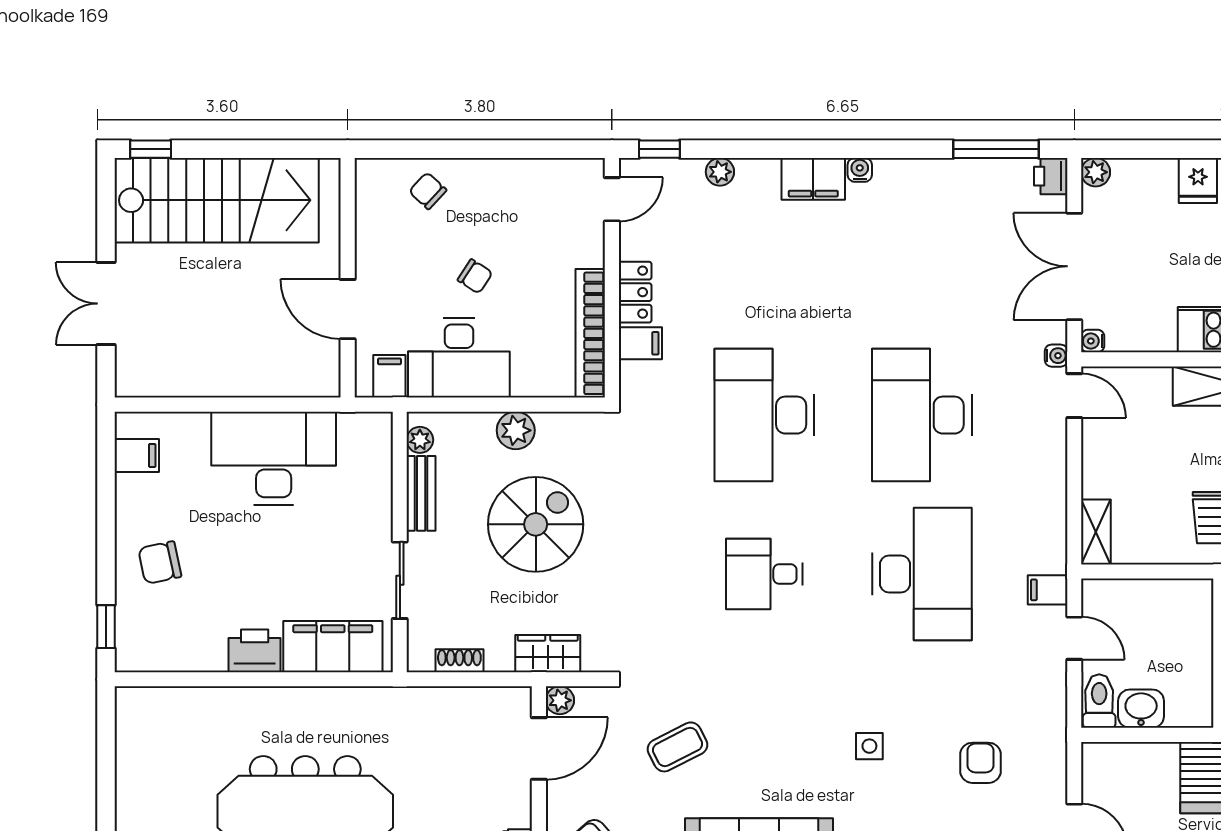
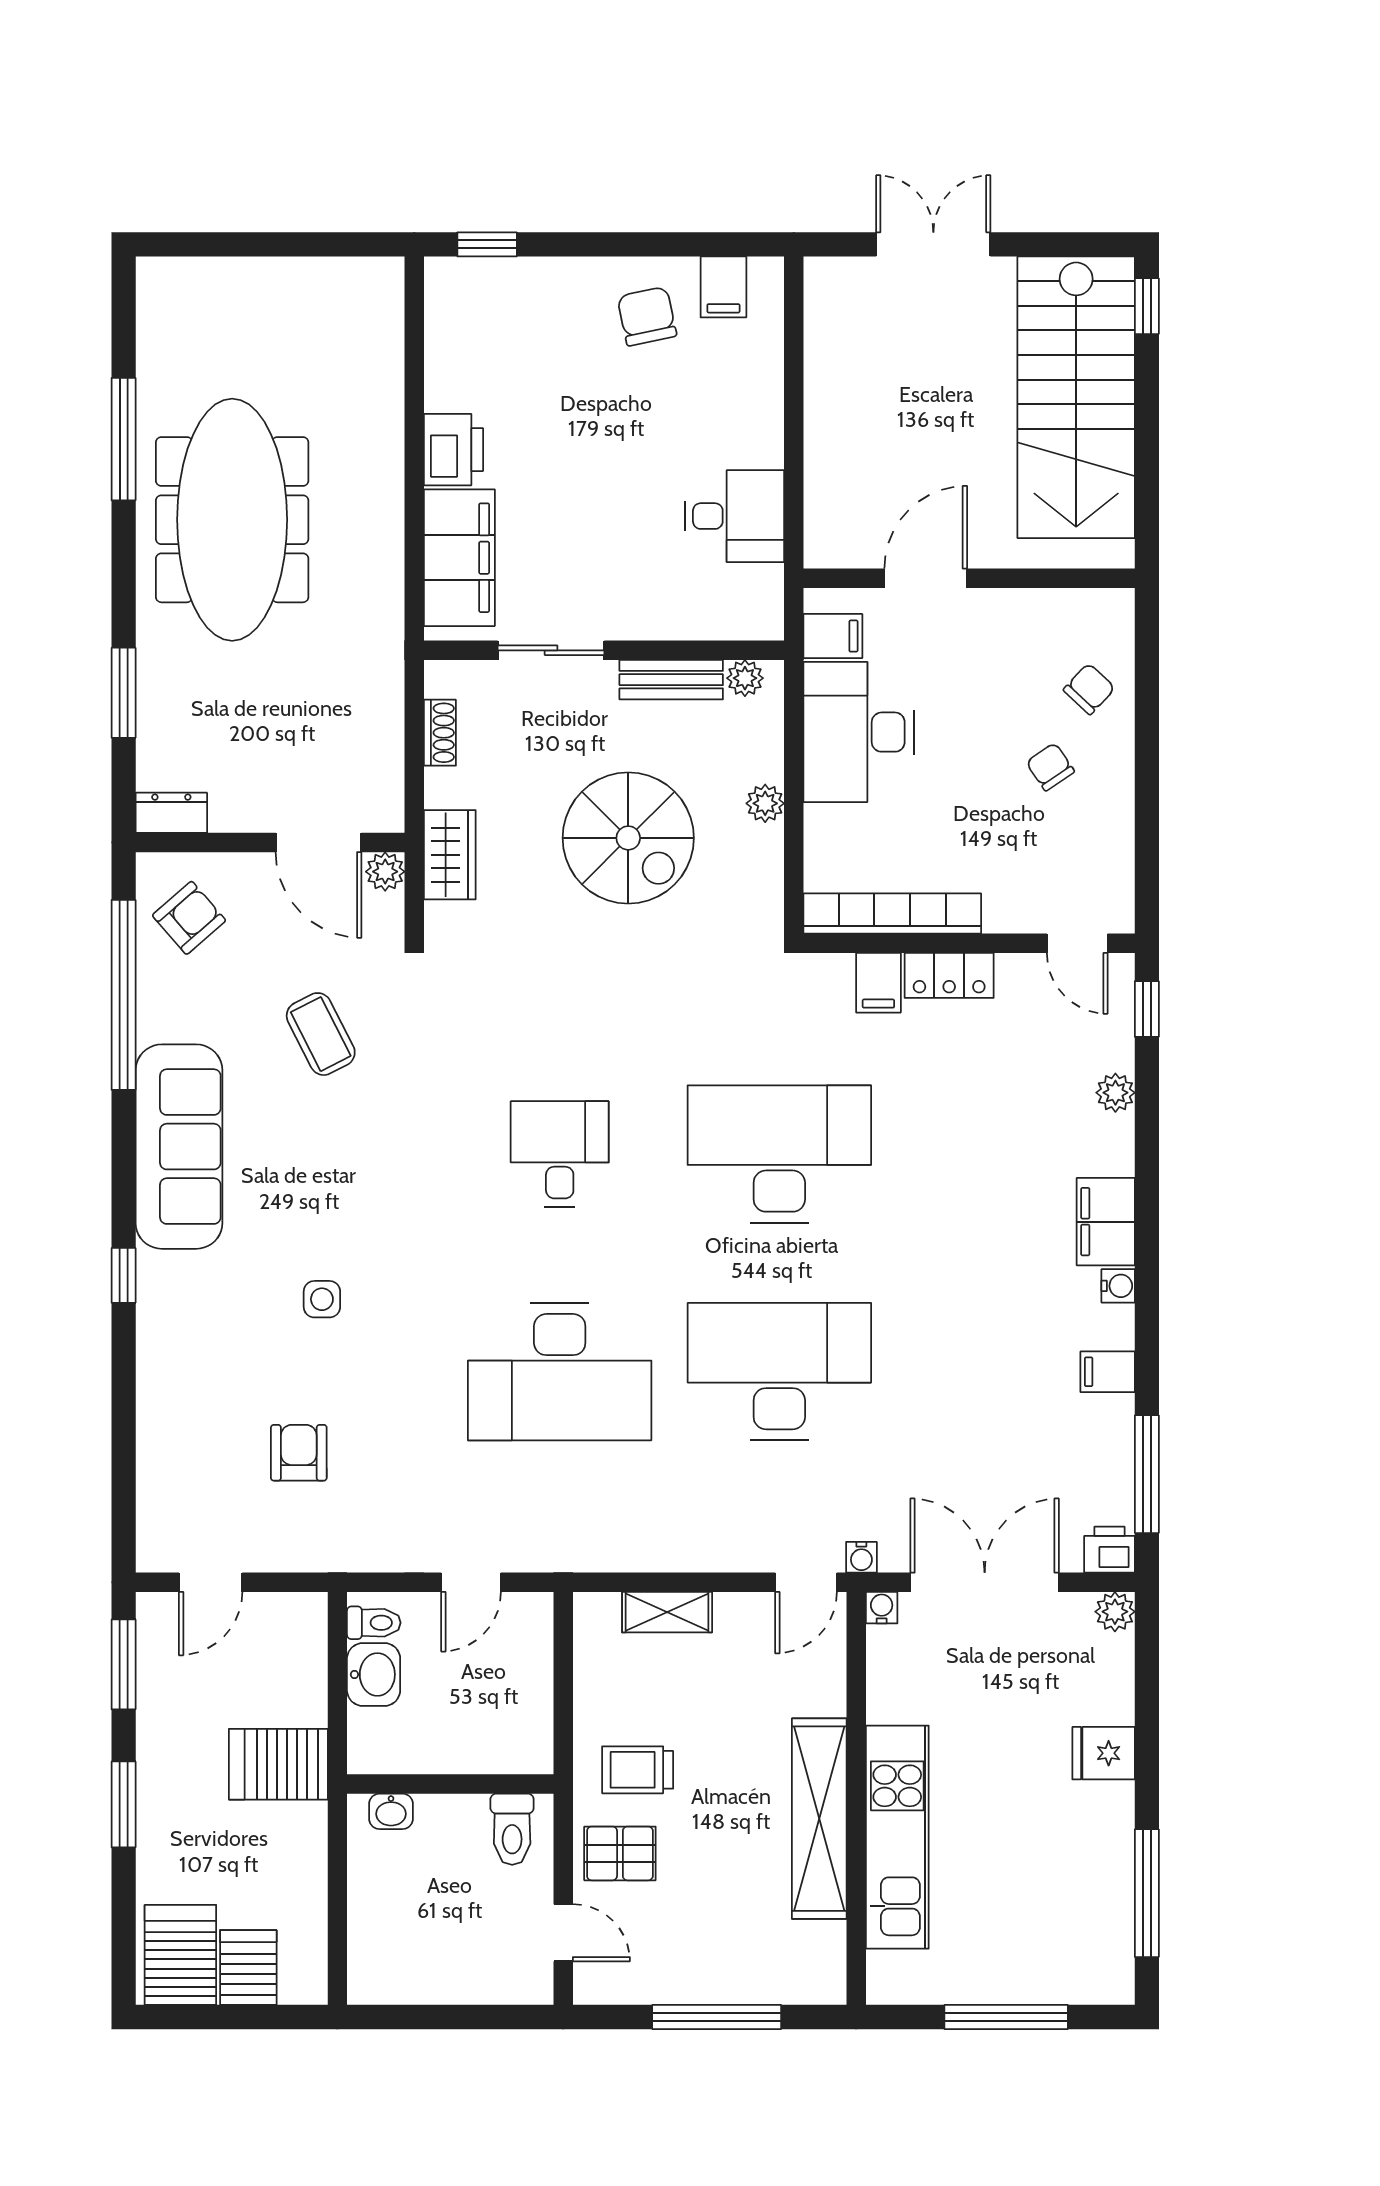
chair: (475, 276) -> (1050, 767), moved, turned 113
plant: (516, 430) -> (765, 803), width x0.73, depth x0.73
desk: (274, 458) -> (735, 516), width x0.53, depth x0.77
shelving: (1096, 532) -> (667, 1612), moved
chair: (160, 563) -> (647, 316), moved
filing cabinet: (1048, 590) -> (1108, 1372), moved, turned -90
toilet: (1099, 701) -> (374, 1623), width x0.73, depth x0.72
armchair: (981, 763) -> (299, 1453), turned -90

